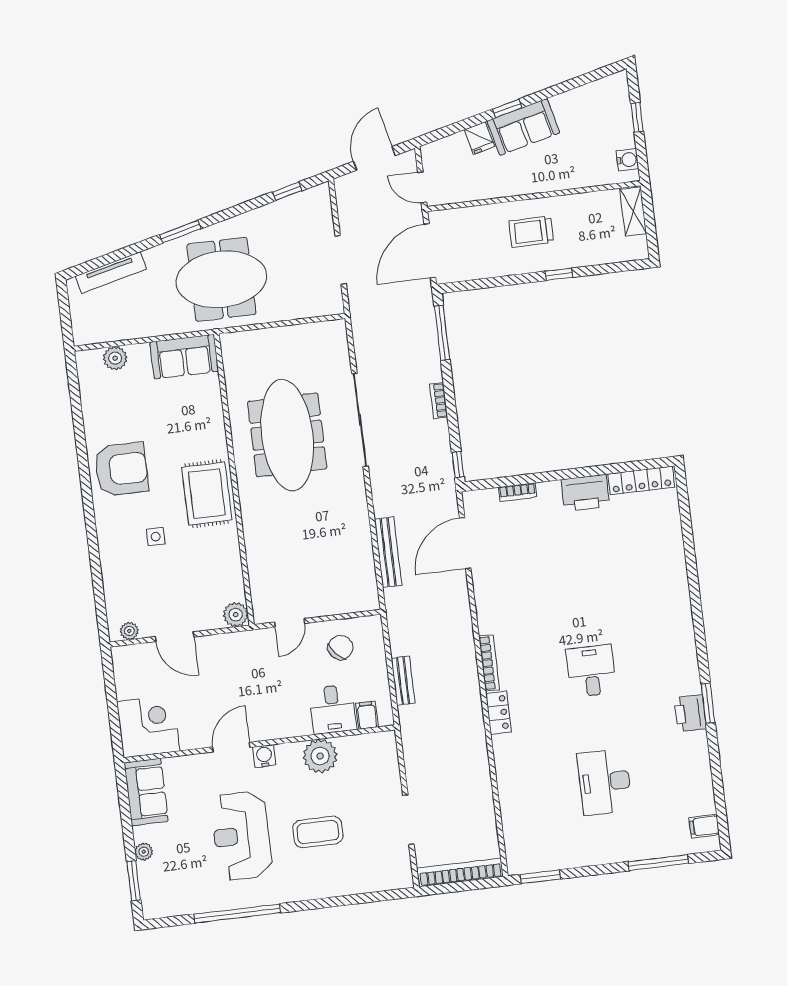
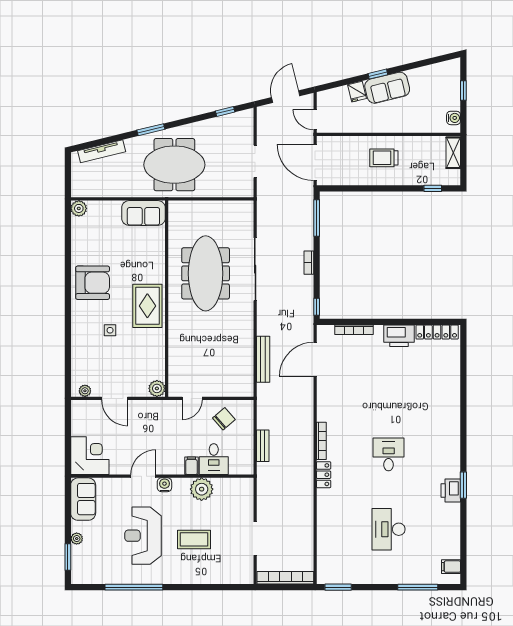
door: (430, 251) -> (315, 162), hinge flipped
window: (559, 274) -> (433, 188), moved
plant: (115, 358) -> (79, 208), moved
bookcase: (518, 492) -> (354, 330), width x1.56
filing cabinet: (367, 715) -> (191, 466), moved

